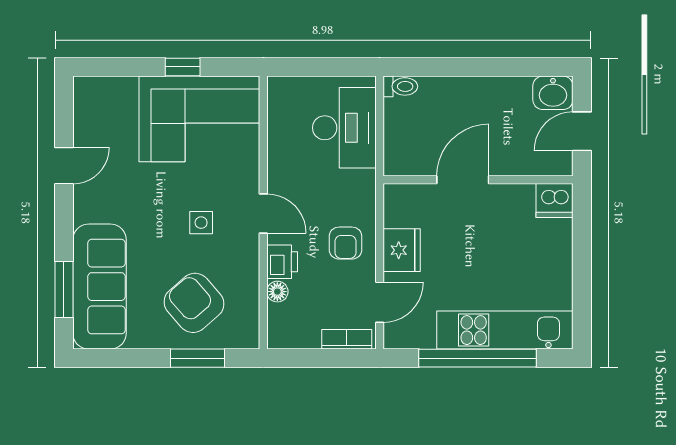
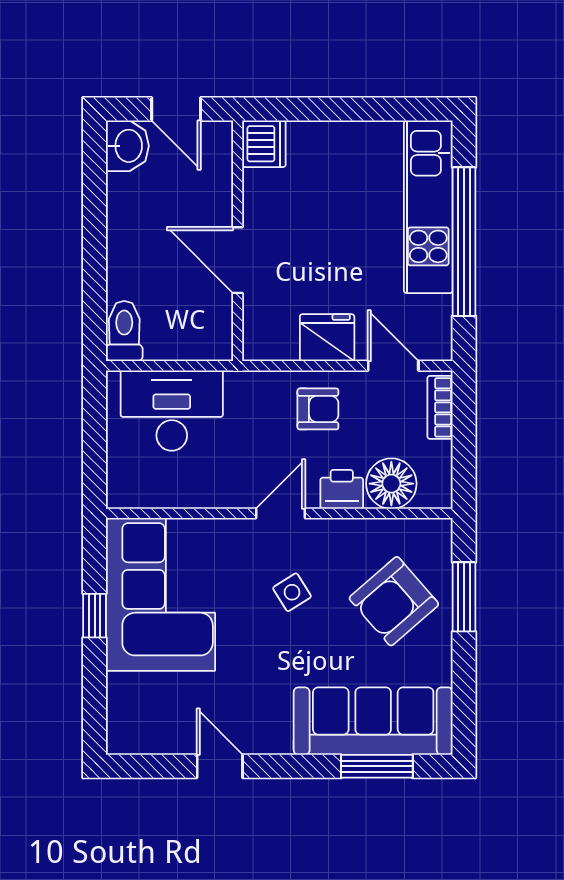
toilet: (400, 86) -> (124, 331), width x1.37, depth x1.39
side table: (201, 223) -> (292, 592), turned -32
floor lamp: (277, 292) -> (391, 484), width x1.89, depth x1.89

